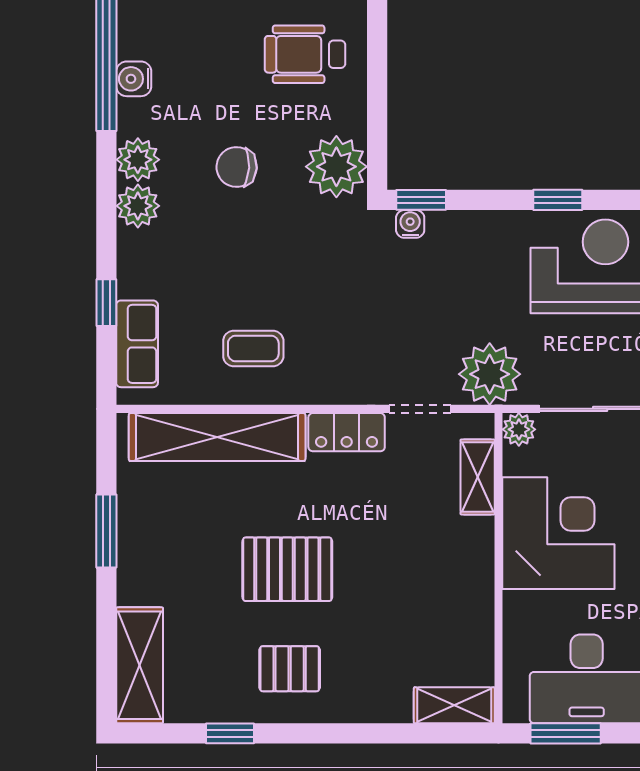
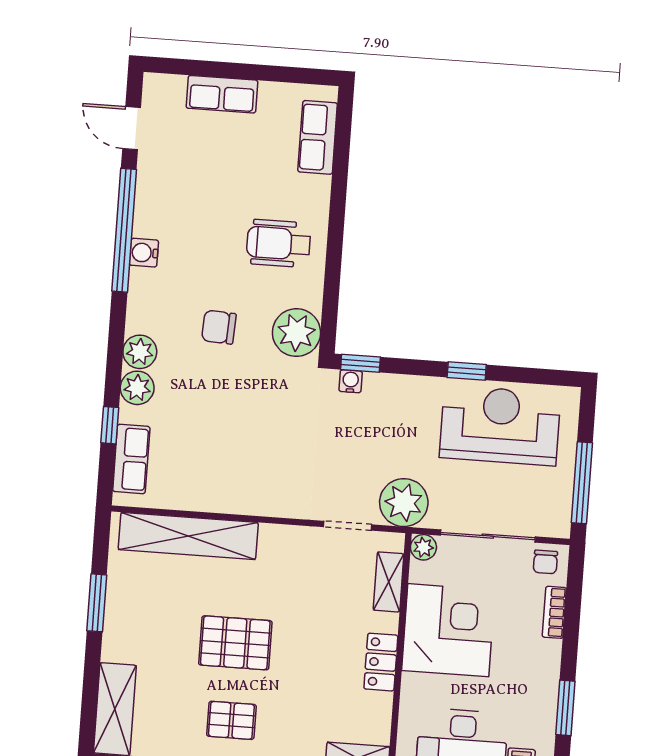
plant: (138, 160) -> (137, 388), moved
coffee table: (253, 349) -> (221, 469), removed
locker: (347, 432) -> (381, 662), moved, turned 90

